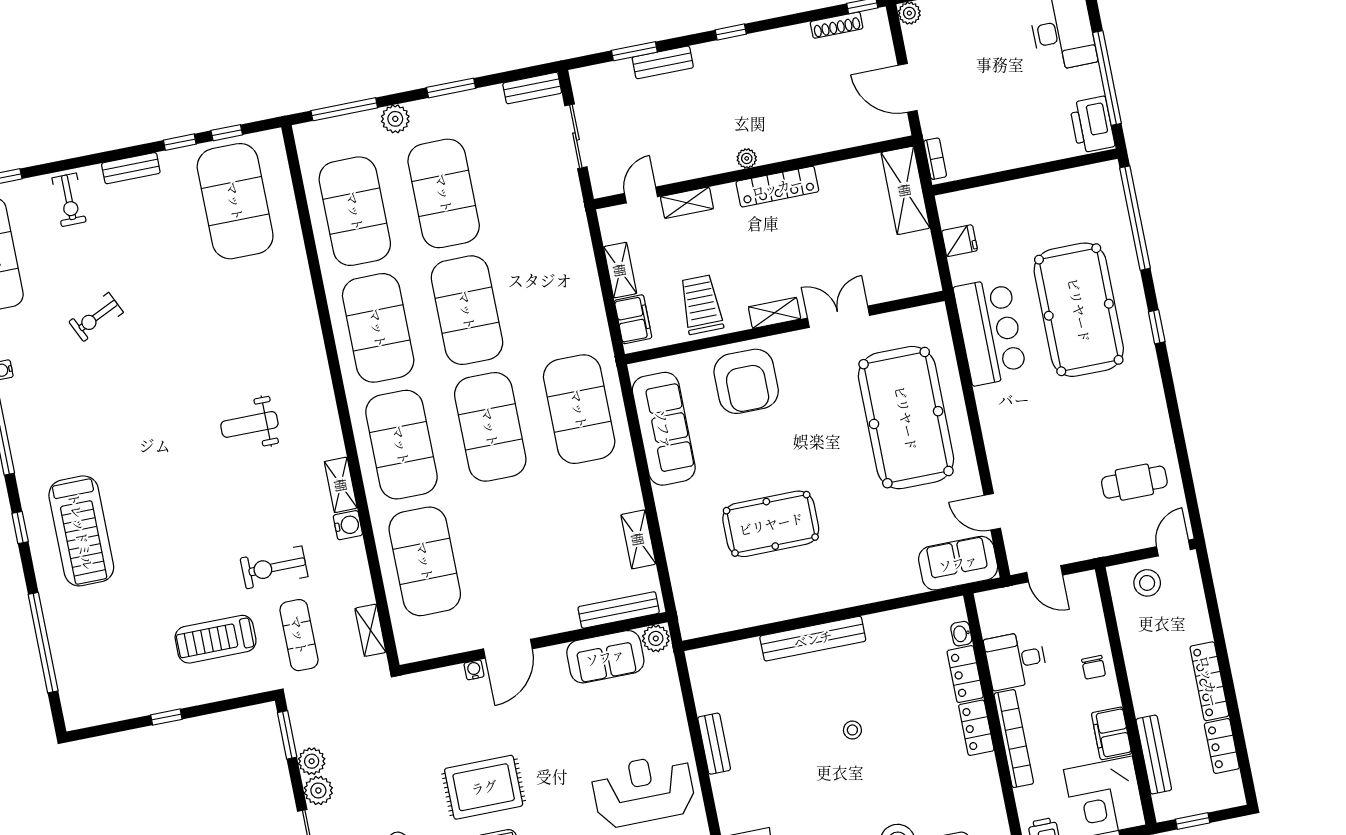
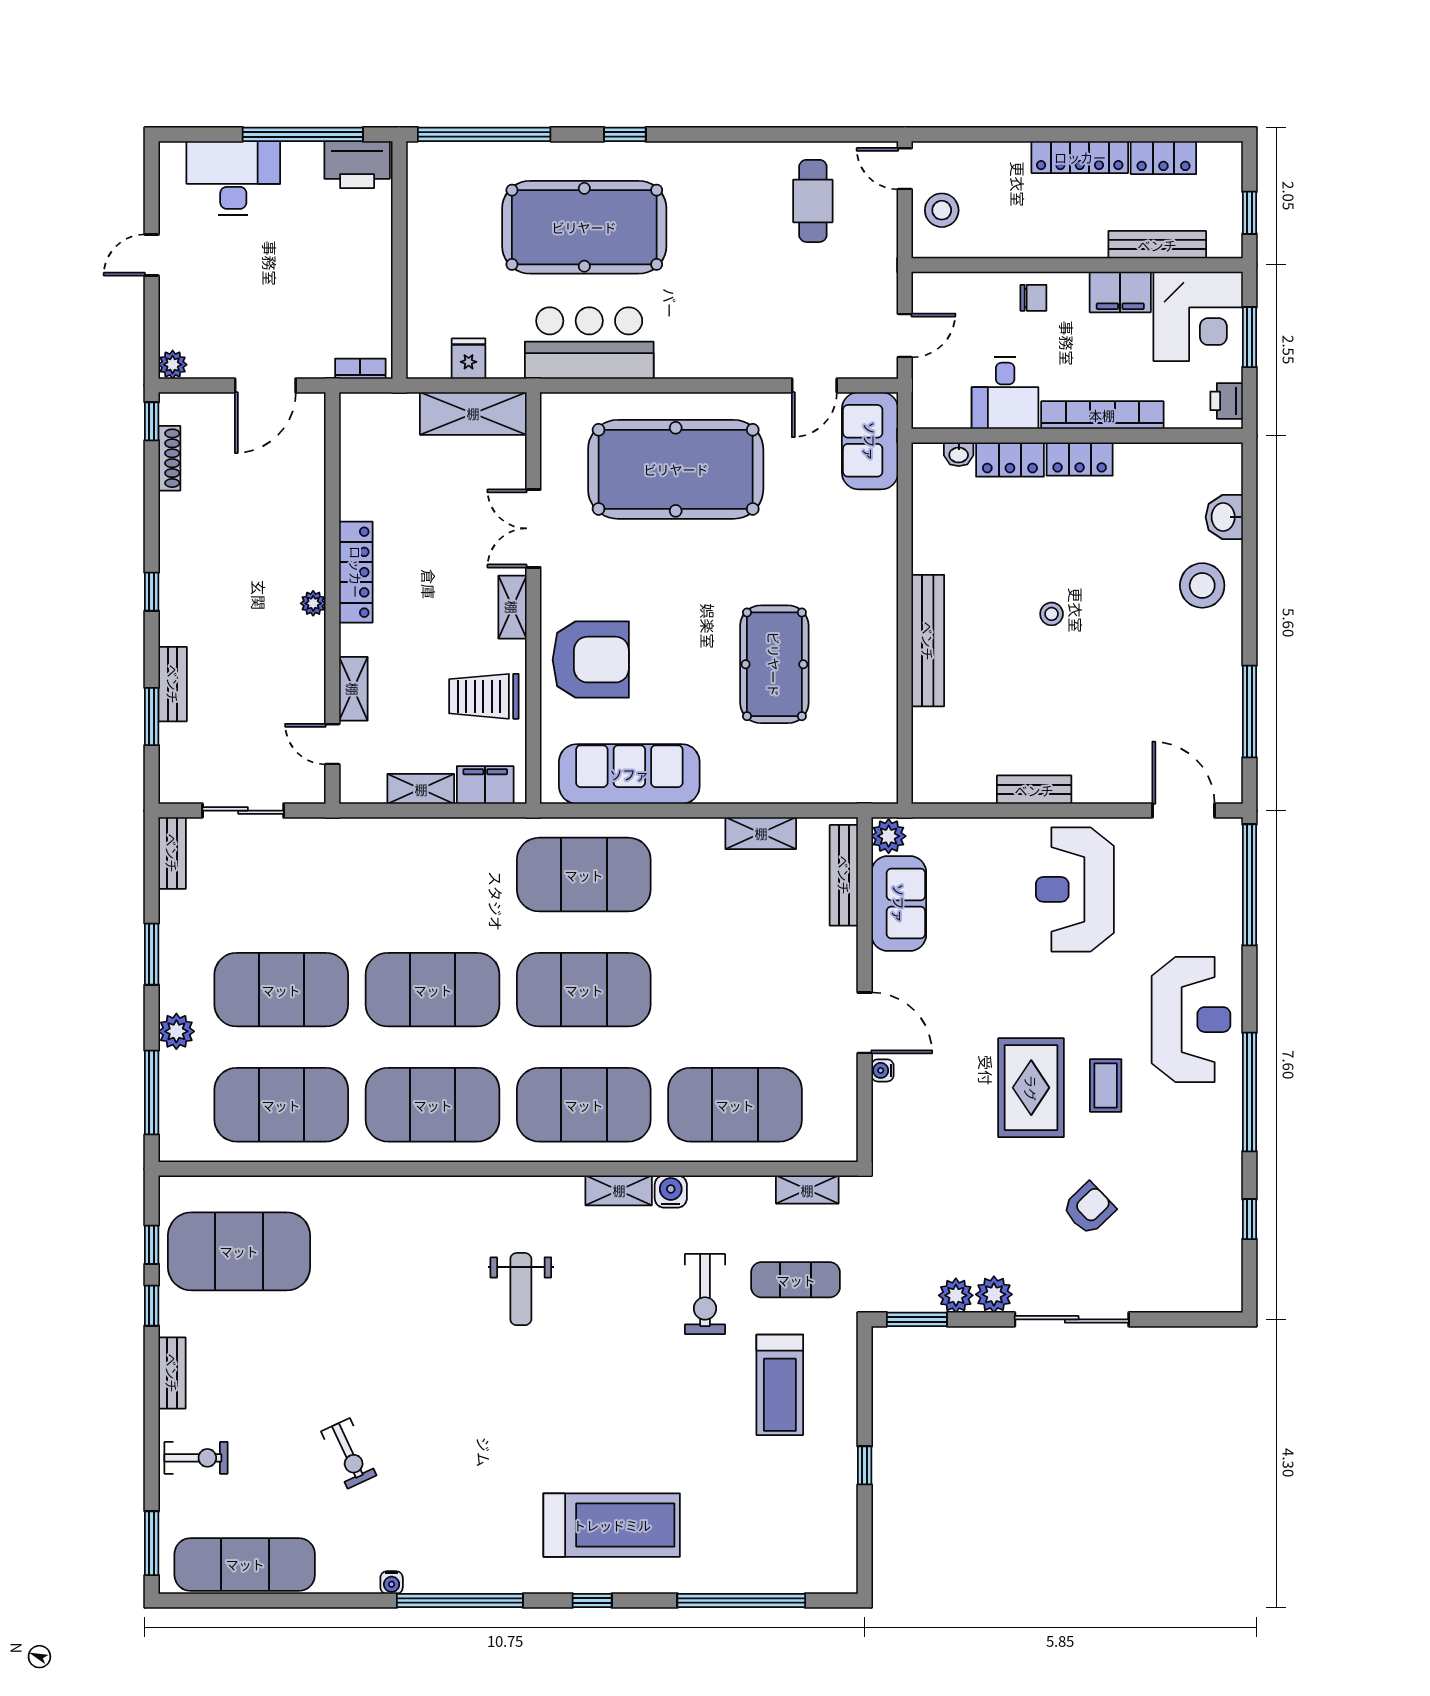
shelving: (905, 190) -> (473, 413), moved

